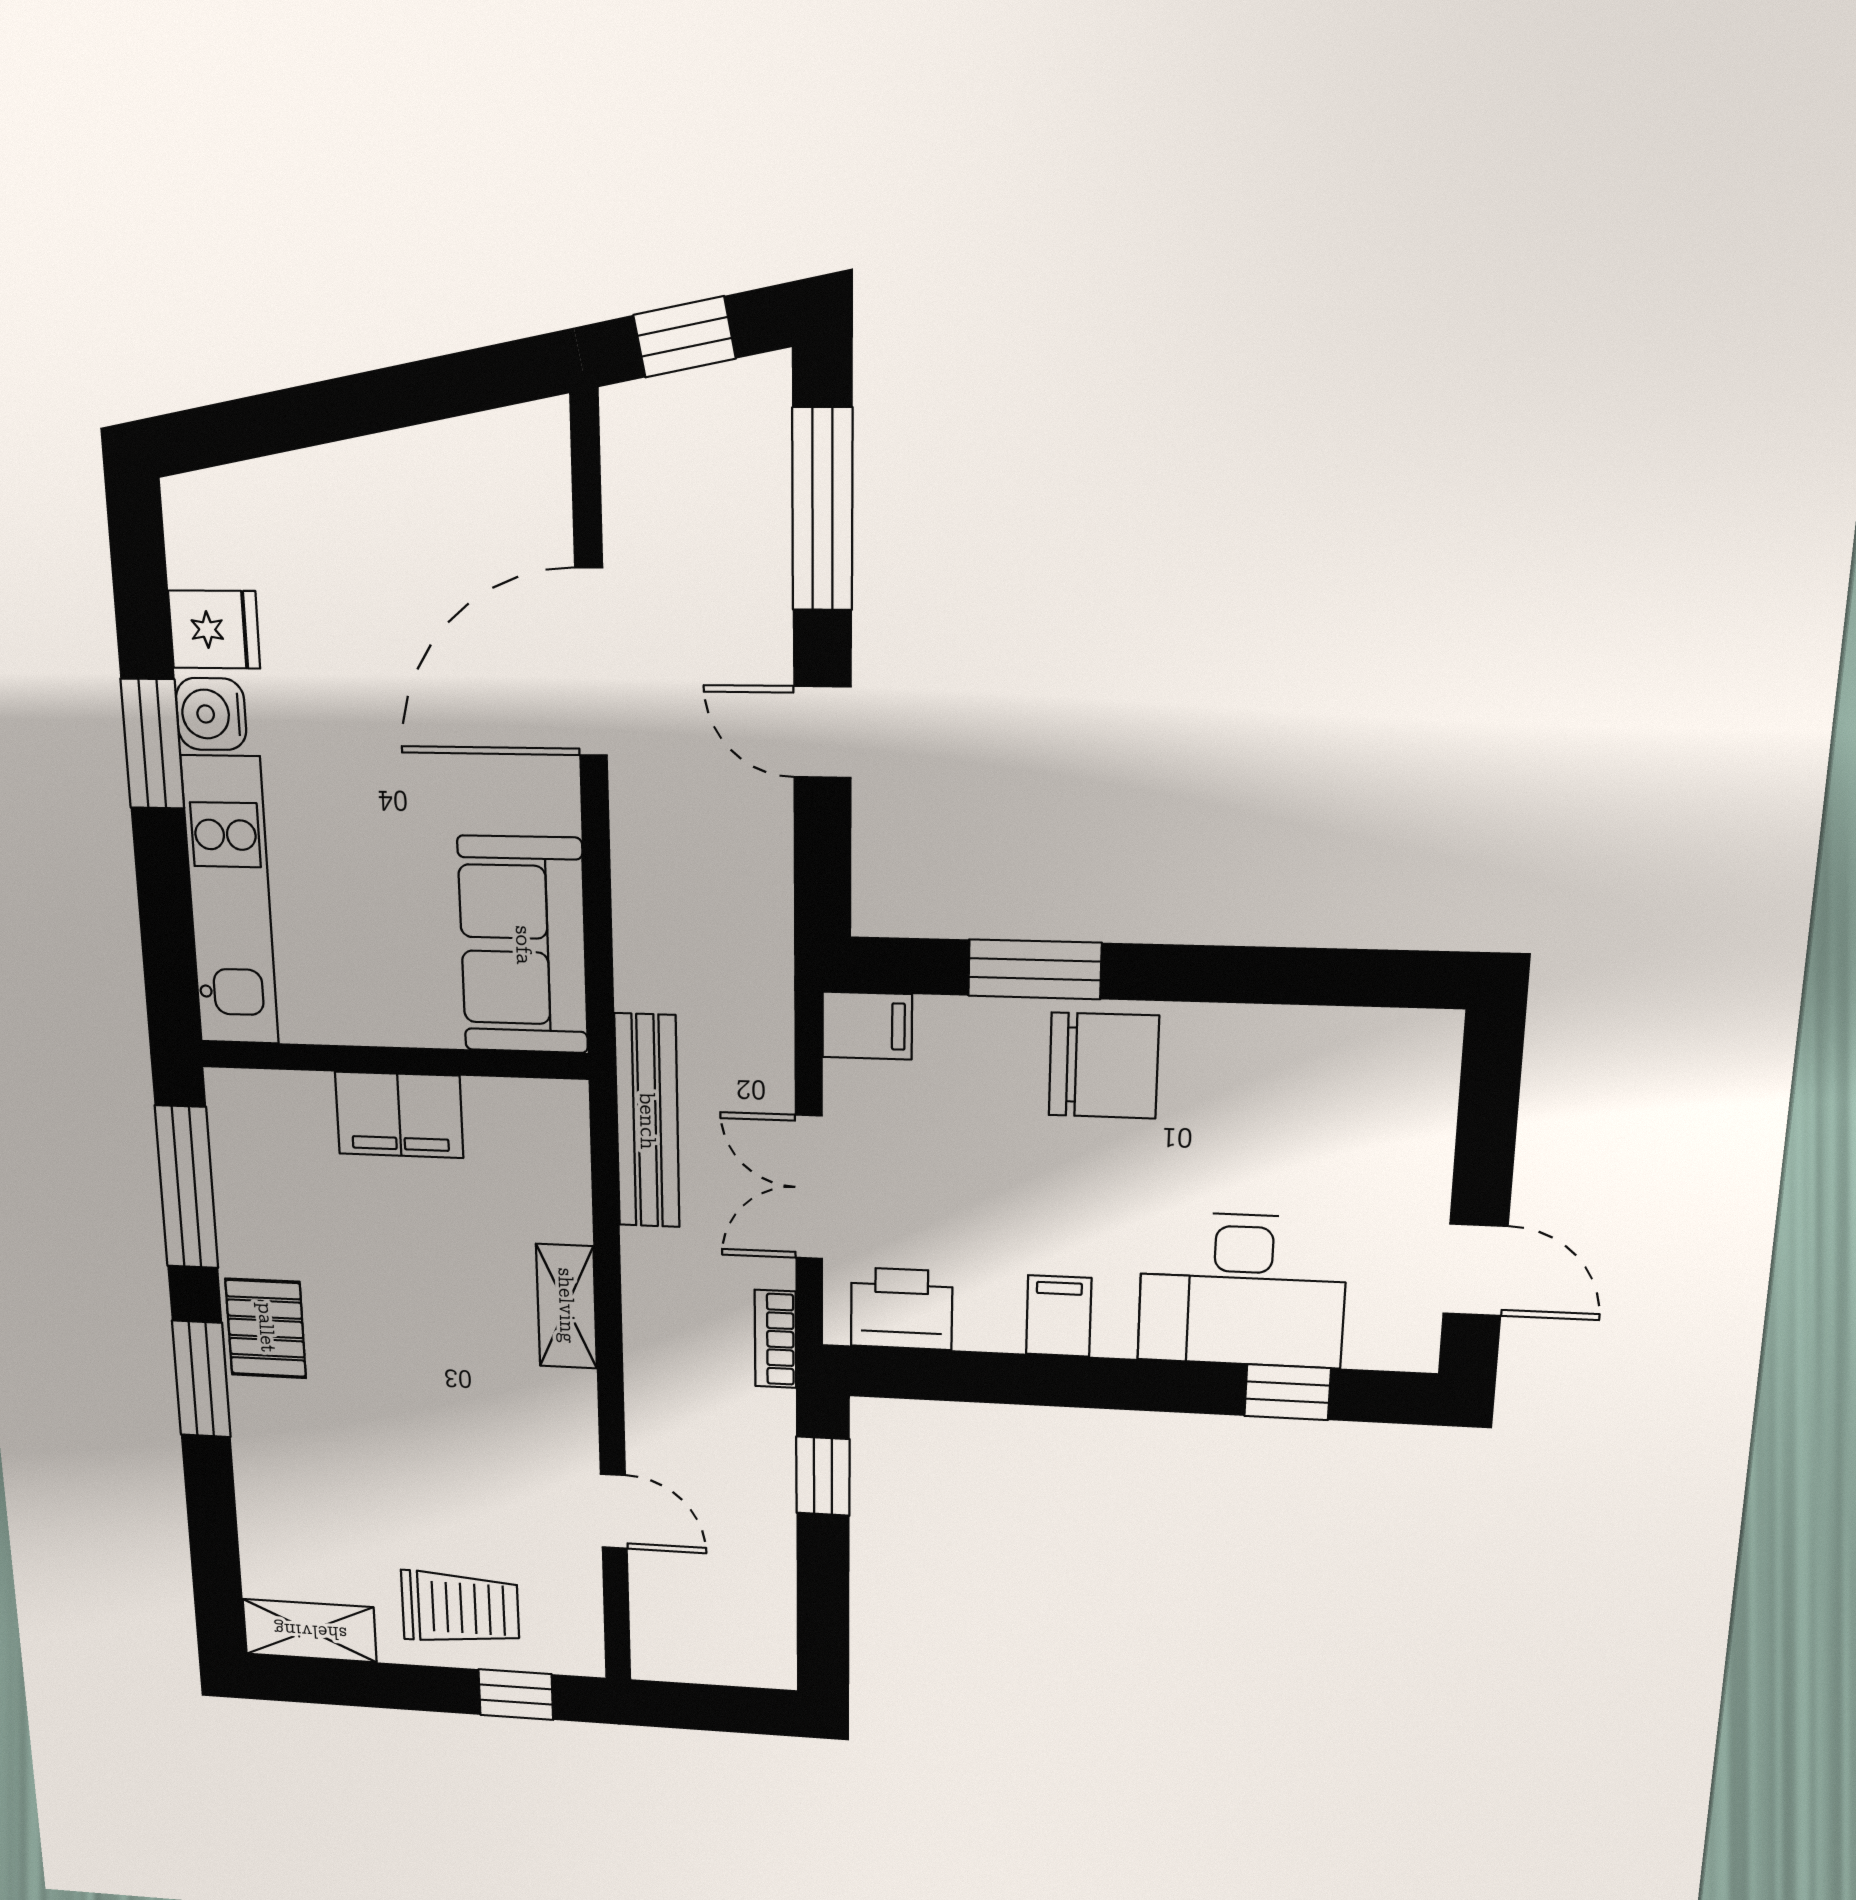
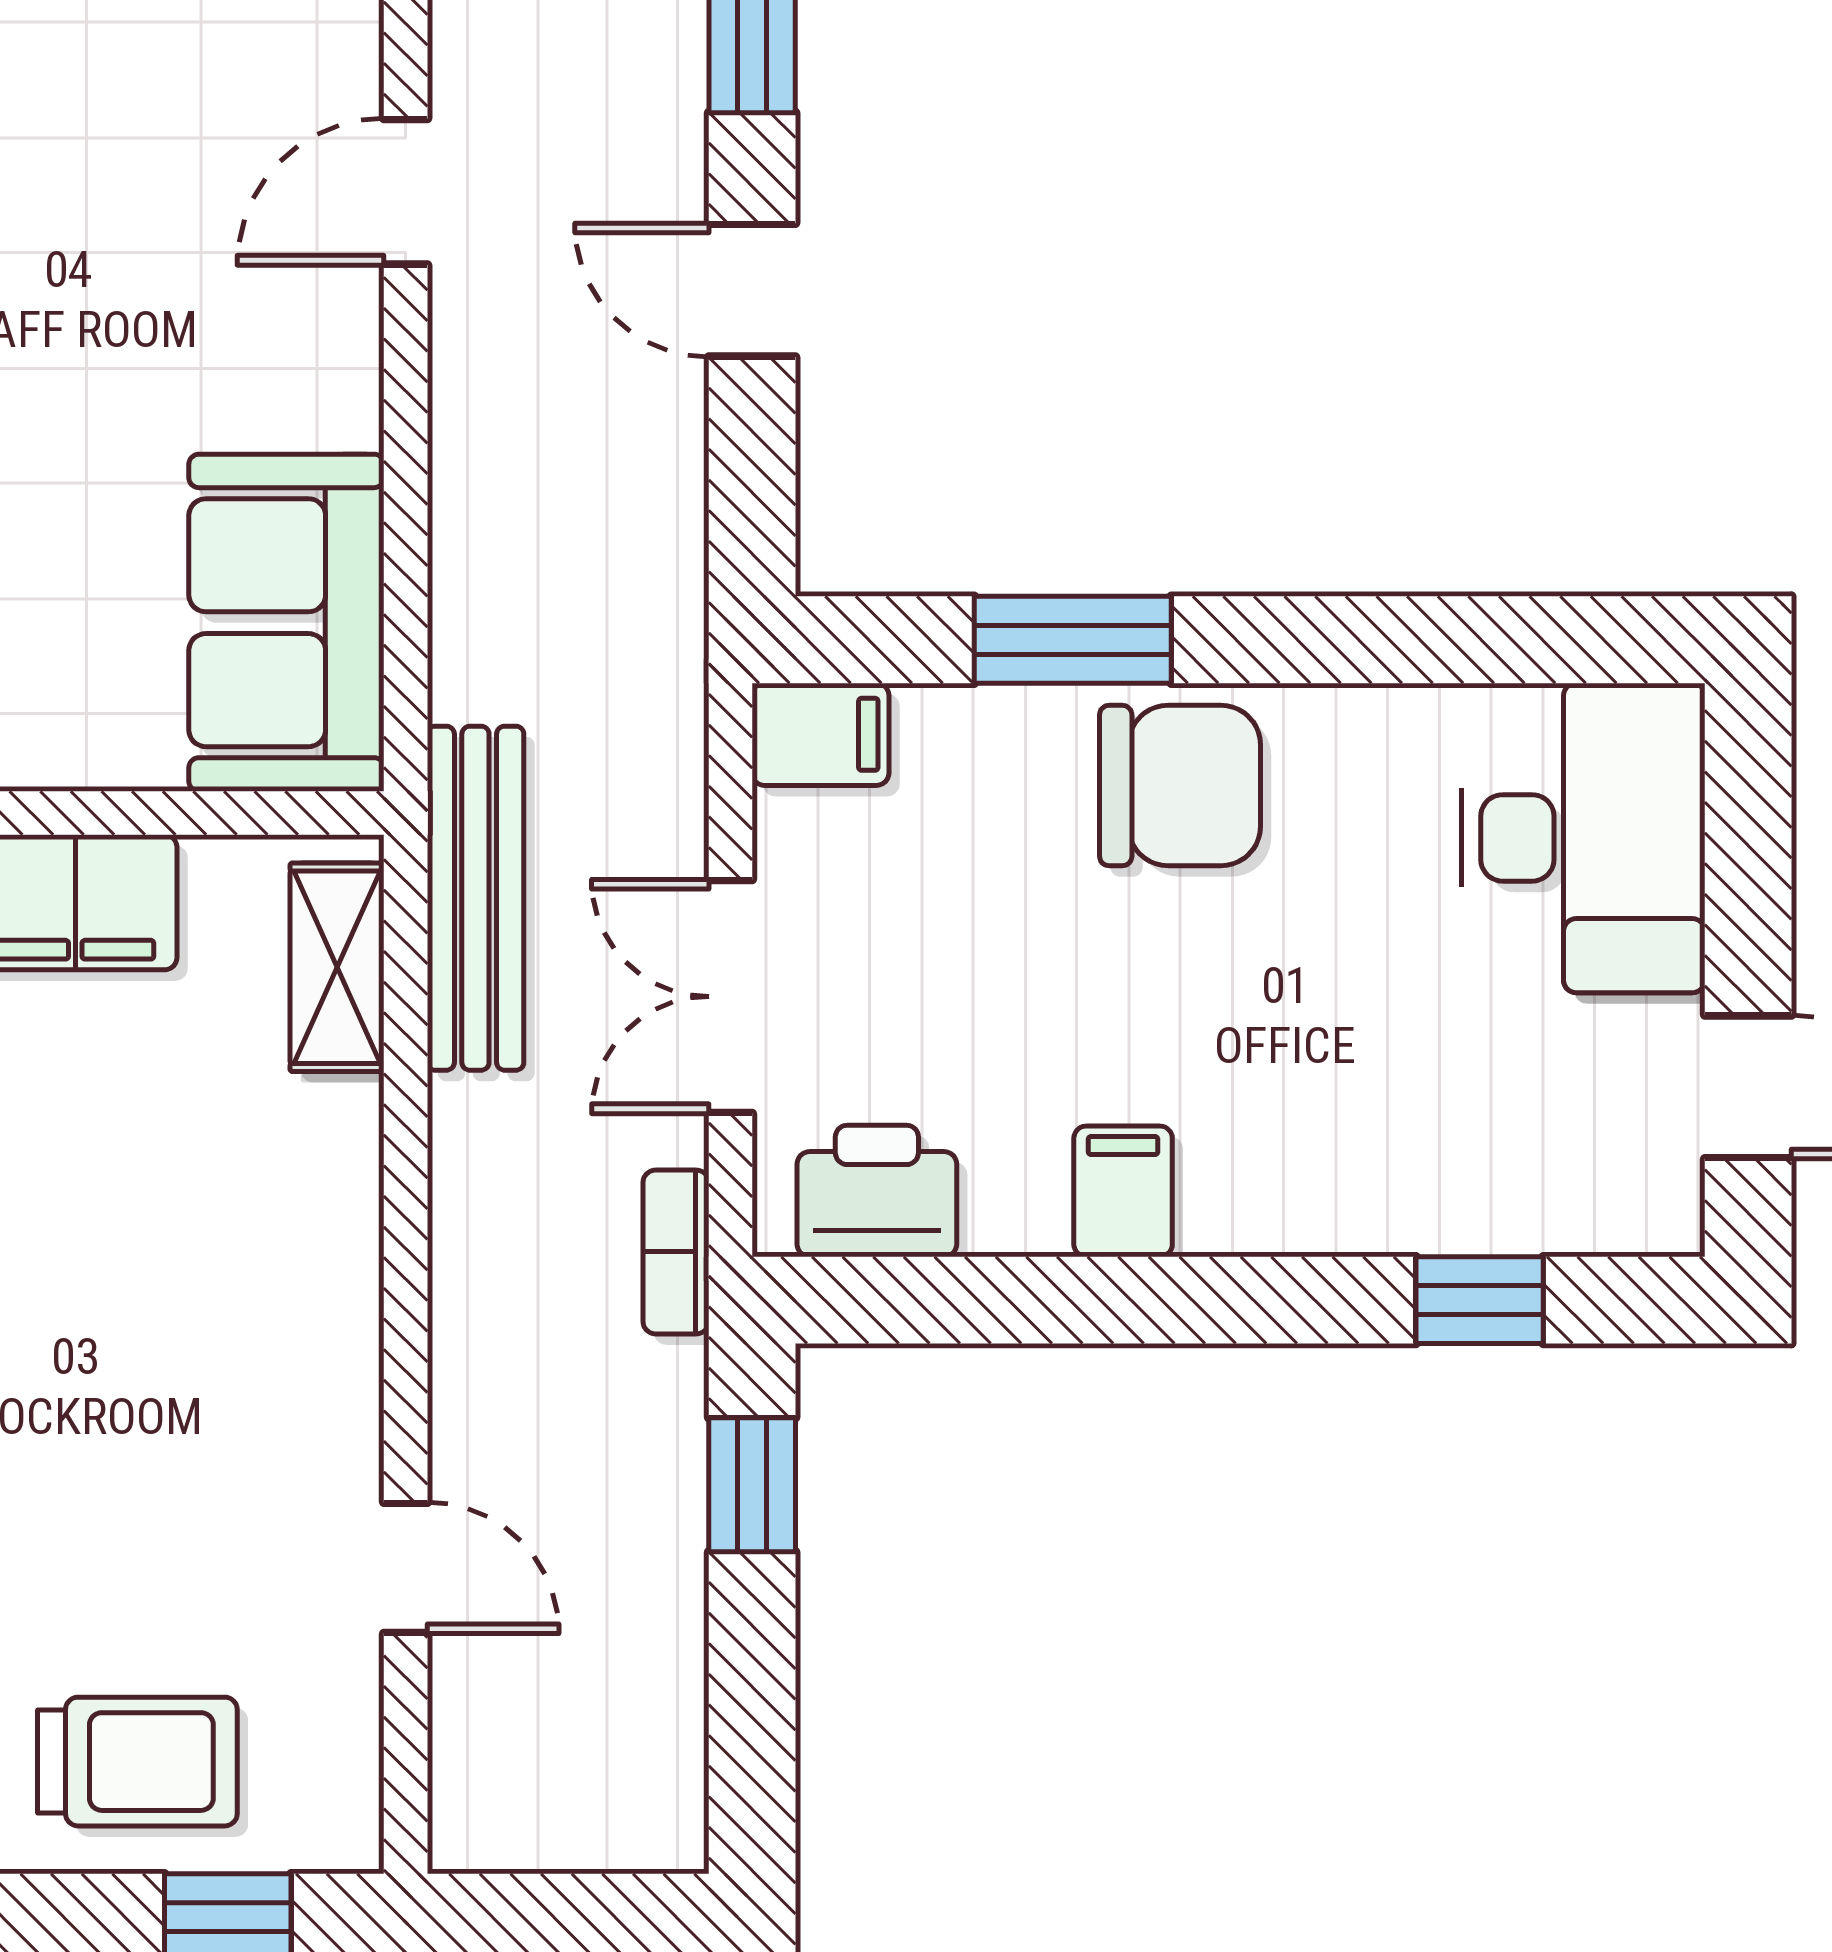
door: (591, 662) -> (406, 192), width x0.53
desk: (1242, 1290) -> (1583, 838), moved, turned -90
shelving: (566, 1306) -> (337, 967), moved

